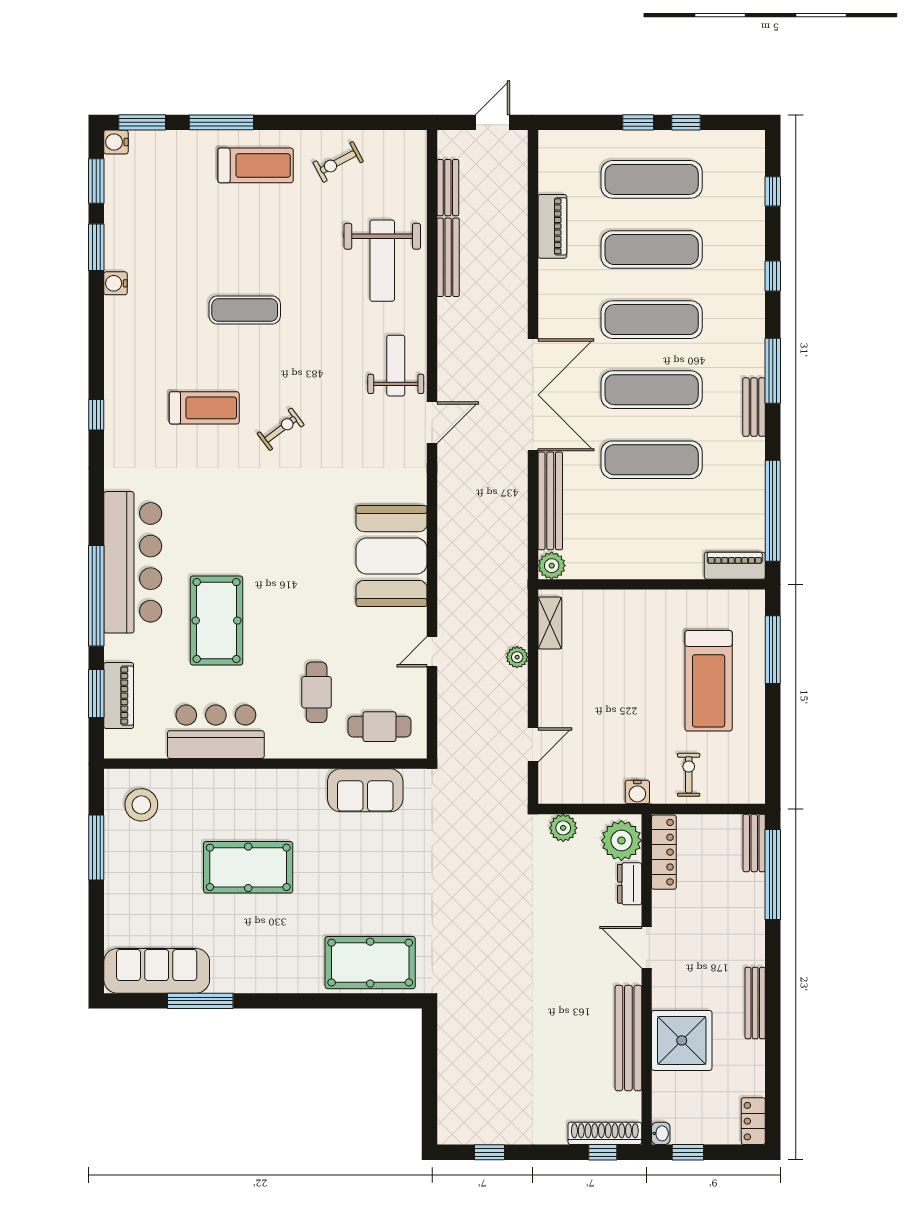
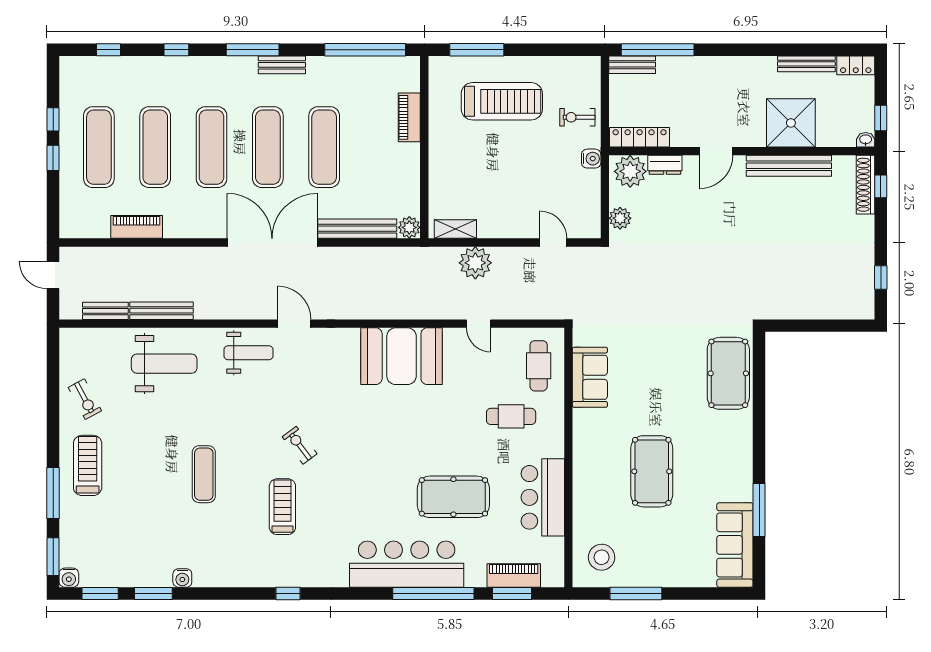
weight bench: (396, 366) -> (249, 353), turned 180
piano: (735, 566) -> (409, 117), moved
plant: (517, 657) -> (475, 263), width x1.88, depth x1.88
bench: (755, 1003) -> (806, 64), moved

